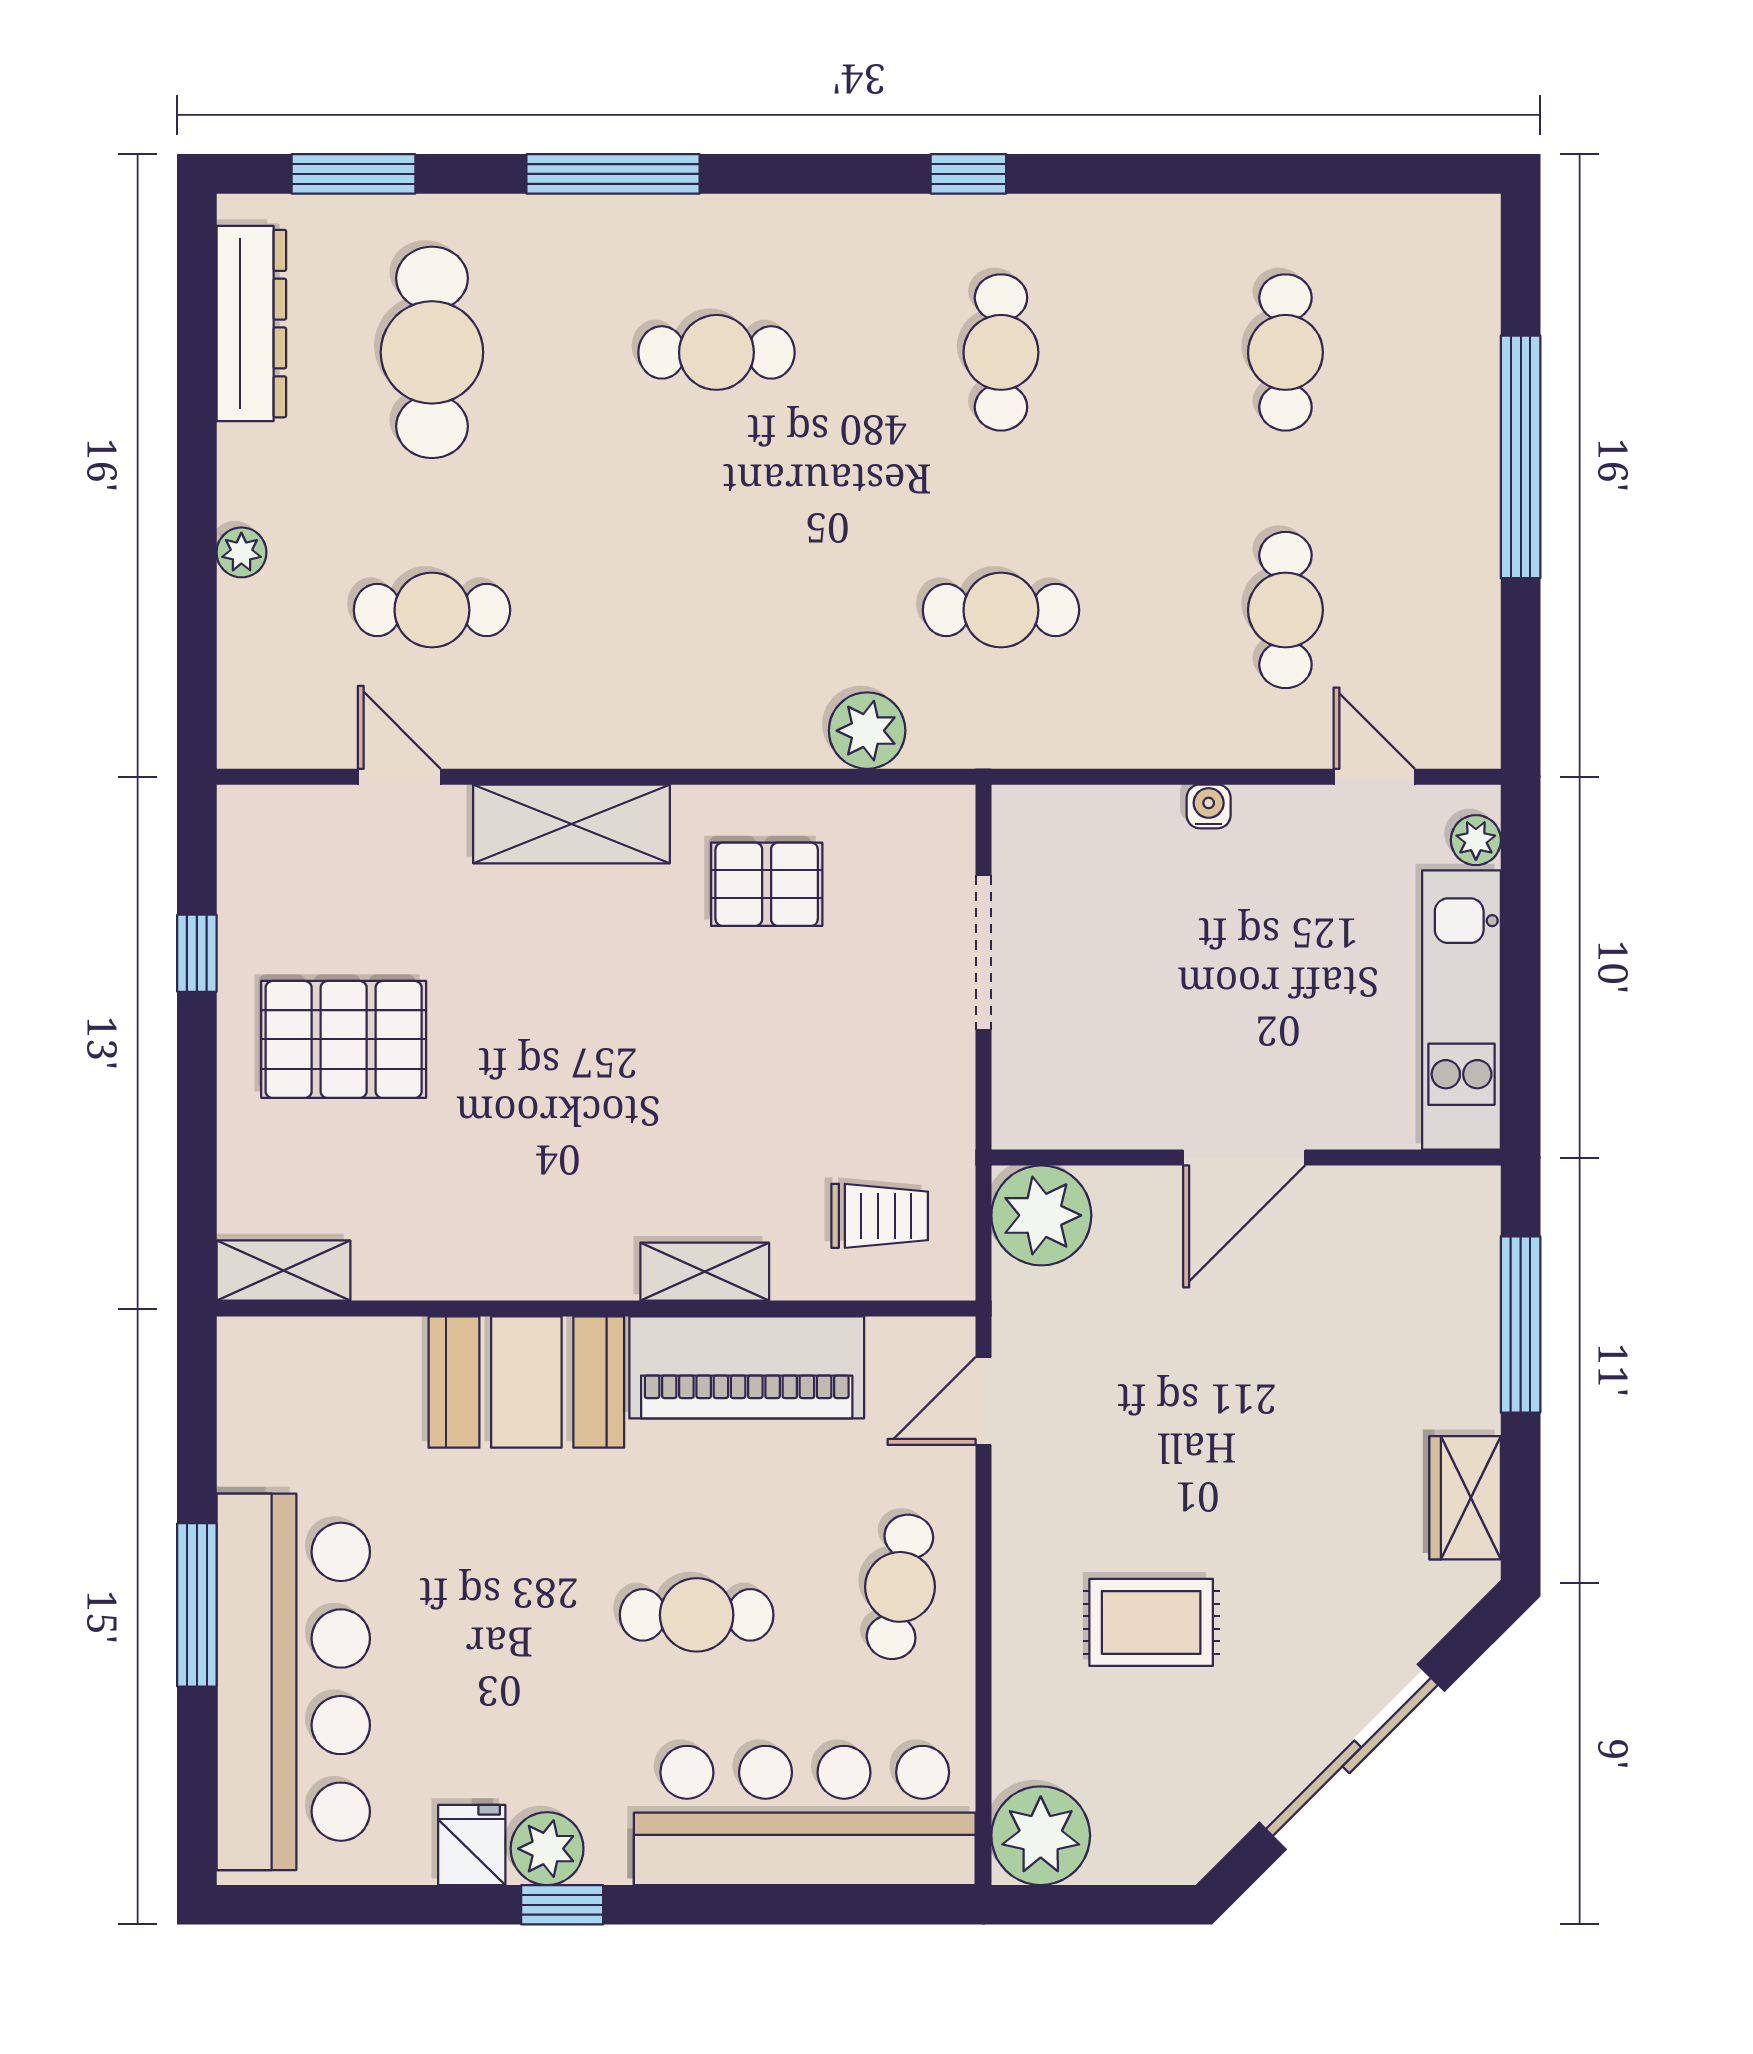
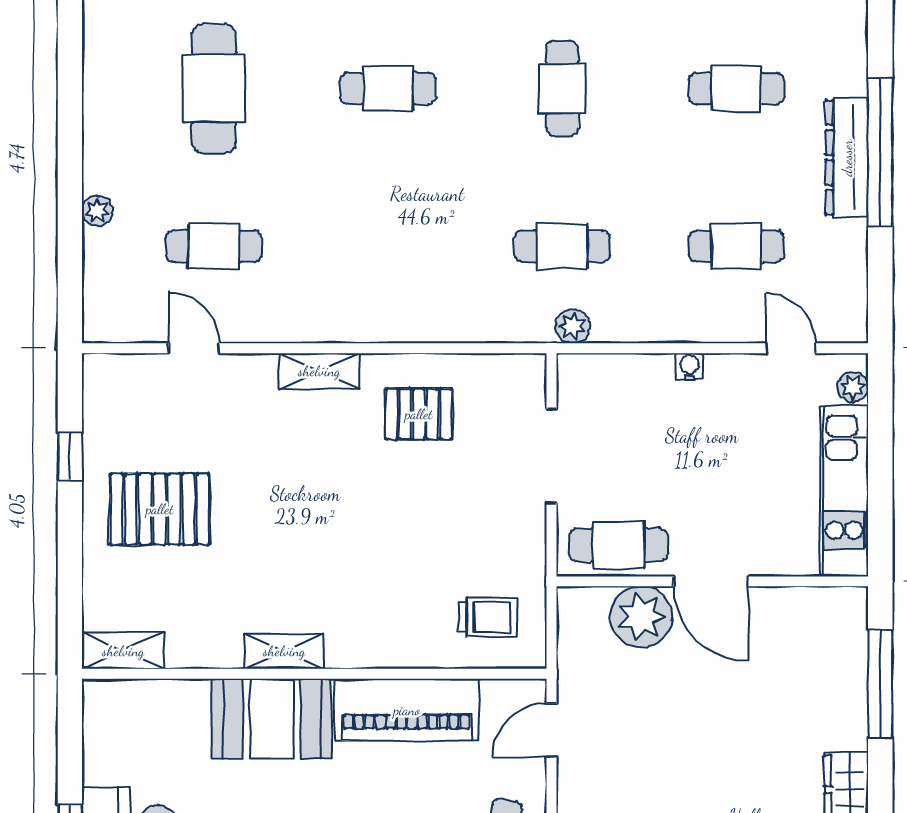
dresser: (251, 324) -> (847, 158), moved, turned 180
cafe table: (1285, 352) -> (736, 88), turned 90
cafe table: (1285, 610) -> (736, 246), turned 90
plant: (867, 731) -> (573, 326), moved, width x0.73, depth x0.73
shelving: (571, 824) -> (319, 371), width x0.67, depth x0.75
cafe table: (1093, 1098) -> (619, 545), added
door: (1244, 1158) -> (711, 581), hinge flipped
plant: (1041, 1215) -> (641, 617), moved
shelving: (705, 1272) -> (284, 651), moved

